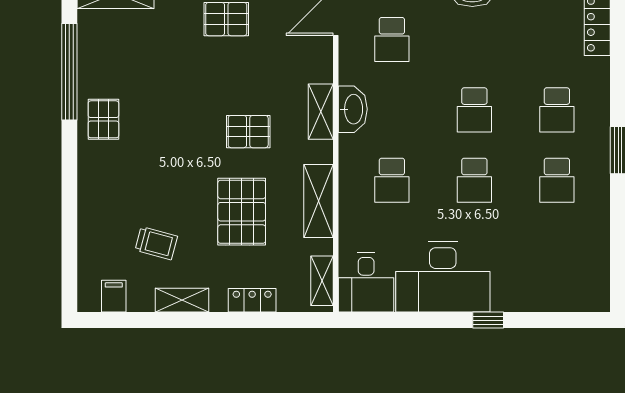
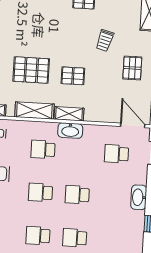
washbasin: (353, 109) -> (70, 131), moved
shelving: (321, 112) -> (69, 114), moved
pallet: (248, 132) -> (73, 76), turned 90
trolley: (156, 243) -> (105, 40), moved

